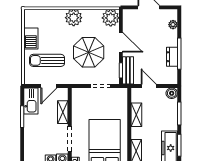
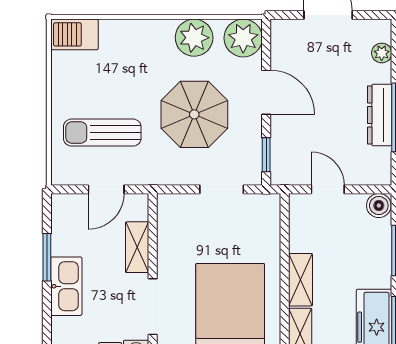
plant: (74, 18) -> (194, 38), moved
barbecue: (31, 39) -> (75, 34), moved, turned 90
dresser: (172, 57) -> (380, 115), width x1.44
bench: (128, 70) -> (282, 155), removed
kitchen sink: (31, 101) -> (66, 286), moved
shelving: (136, 115) -> (300, 280), moved

